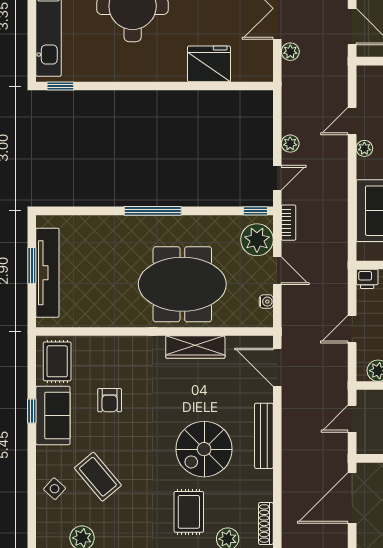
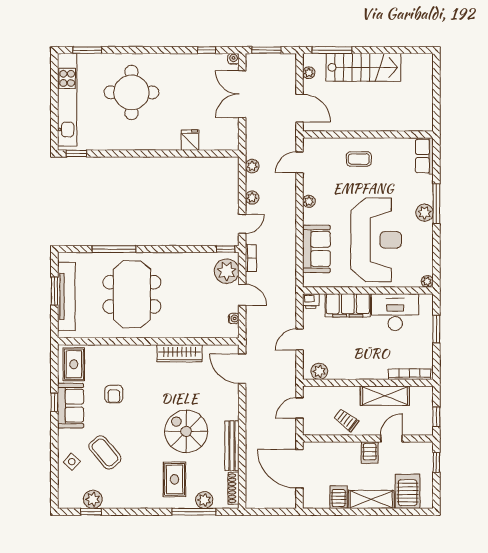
plant: (290, 52) -> (252, 166), moved
fridge: (209, 64) -> (190, 140), width x0.53, depth x0.75
door: (352, 121) -> (299, 162), moved
window: (153, 211) -> (114, 249), moved
meeting table: (182, 284) -> (132, 294), moved, turned 90
bench: (264, 436) -> (232, 446), moved
spiral stairs: (204, 449) -> (186, 431), turned 90
door: (352, 498) -> (299, 469), hinge flipped

